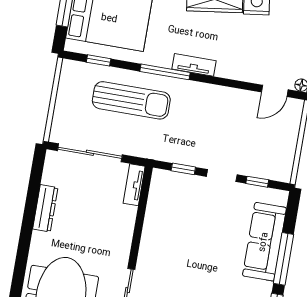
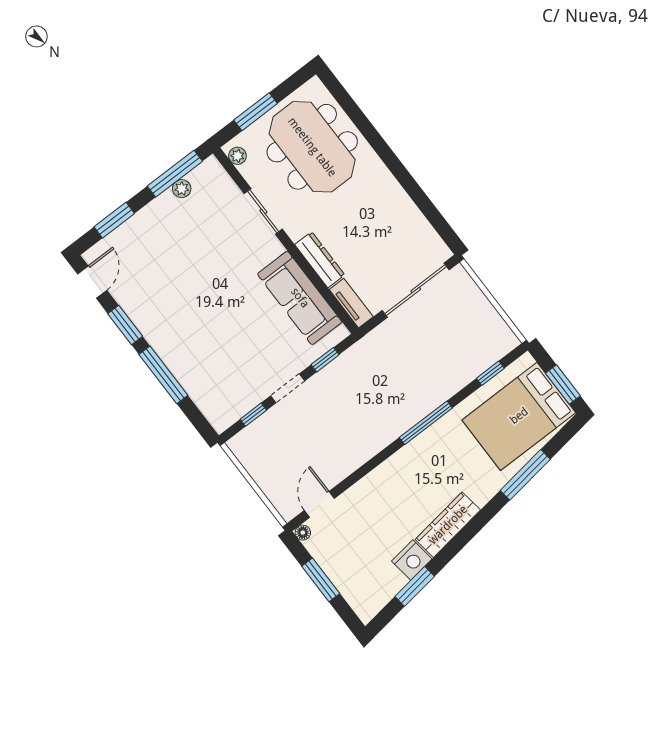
tv unit: (194, 65) -> (408, 454), removed
sun lounger: (131, 100) -> (428, 370), removed
dresser: (45, 208) -> (320, 260), moved, turned 180
sofa: (264, 242) -> (300, 298), moved, turned 180

